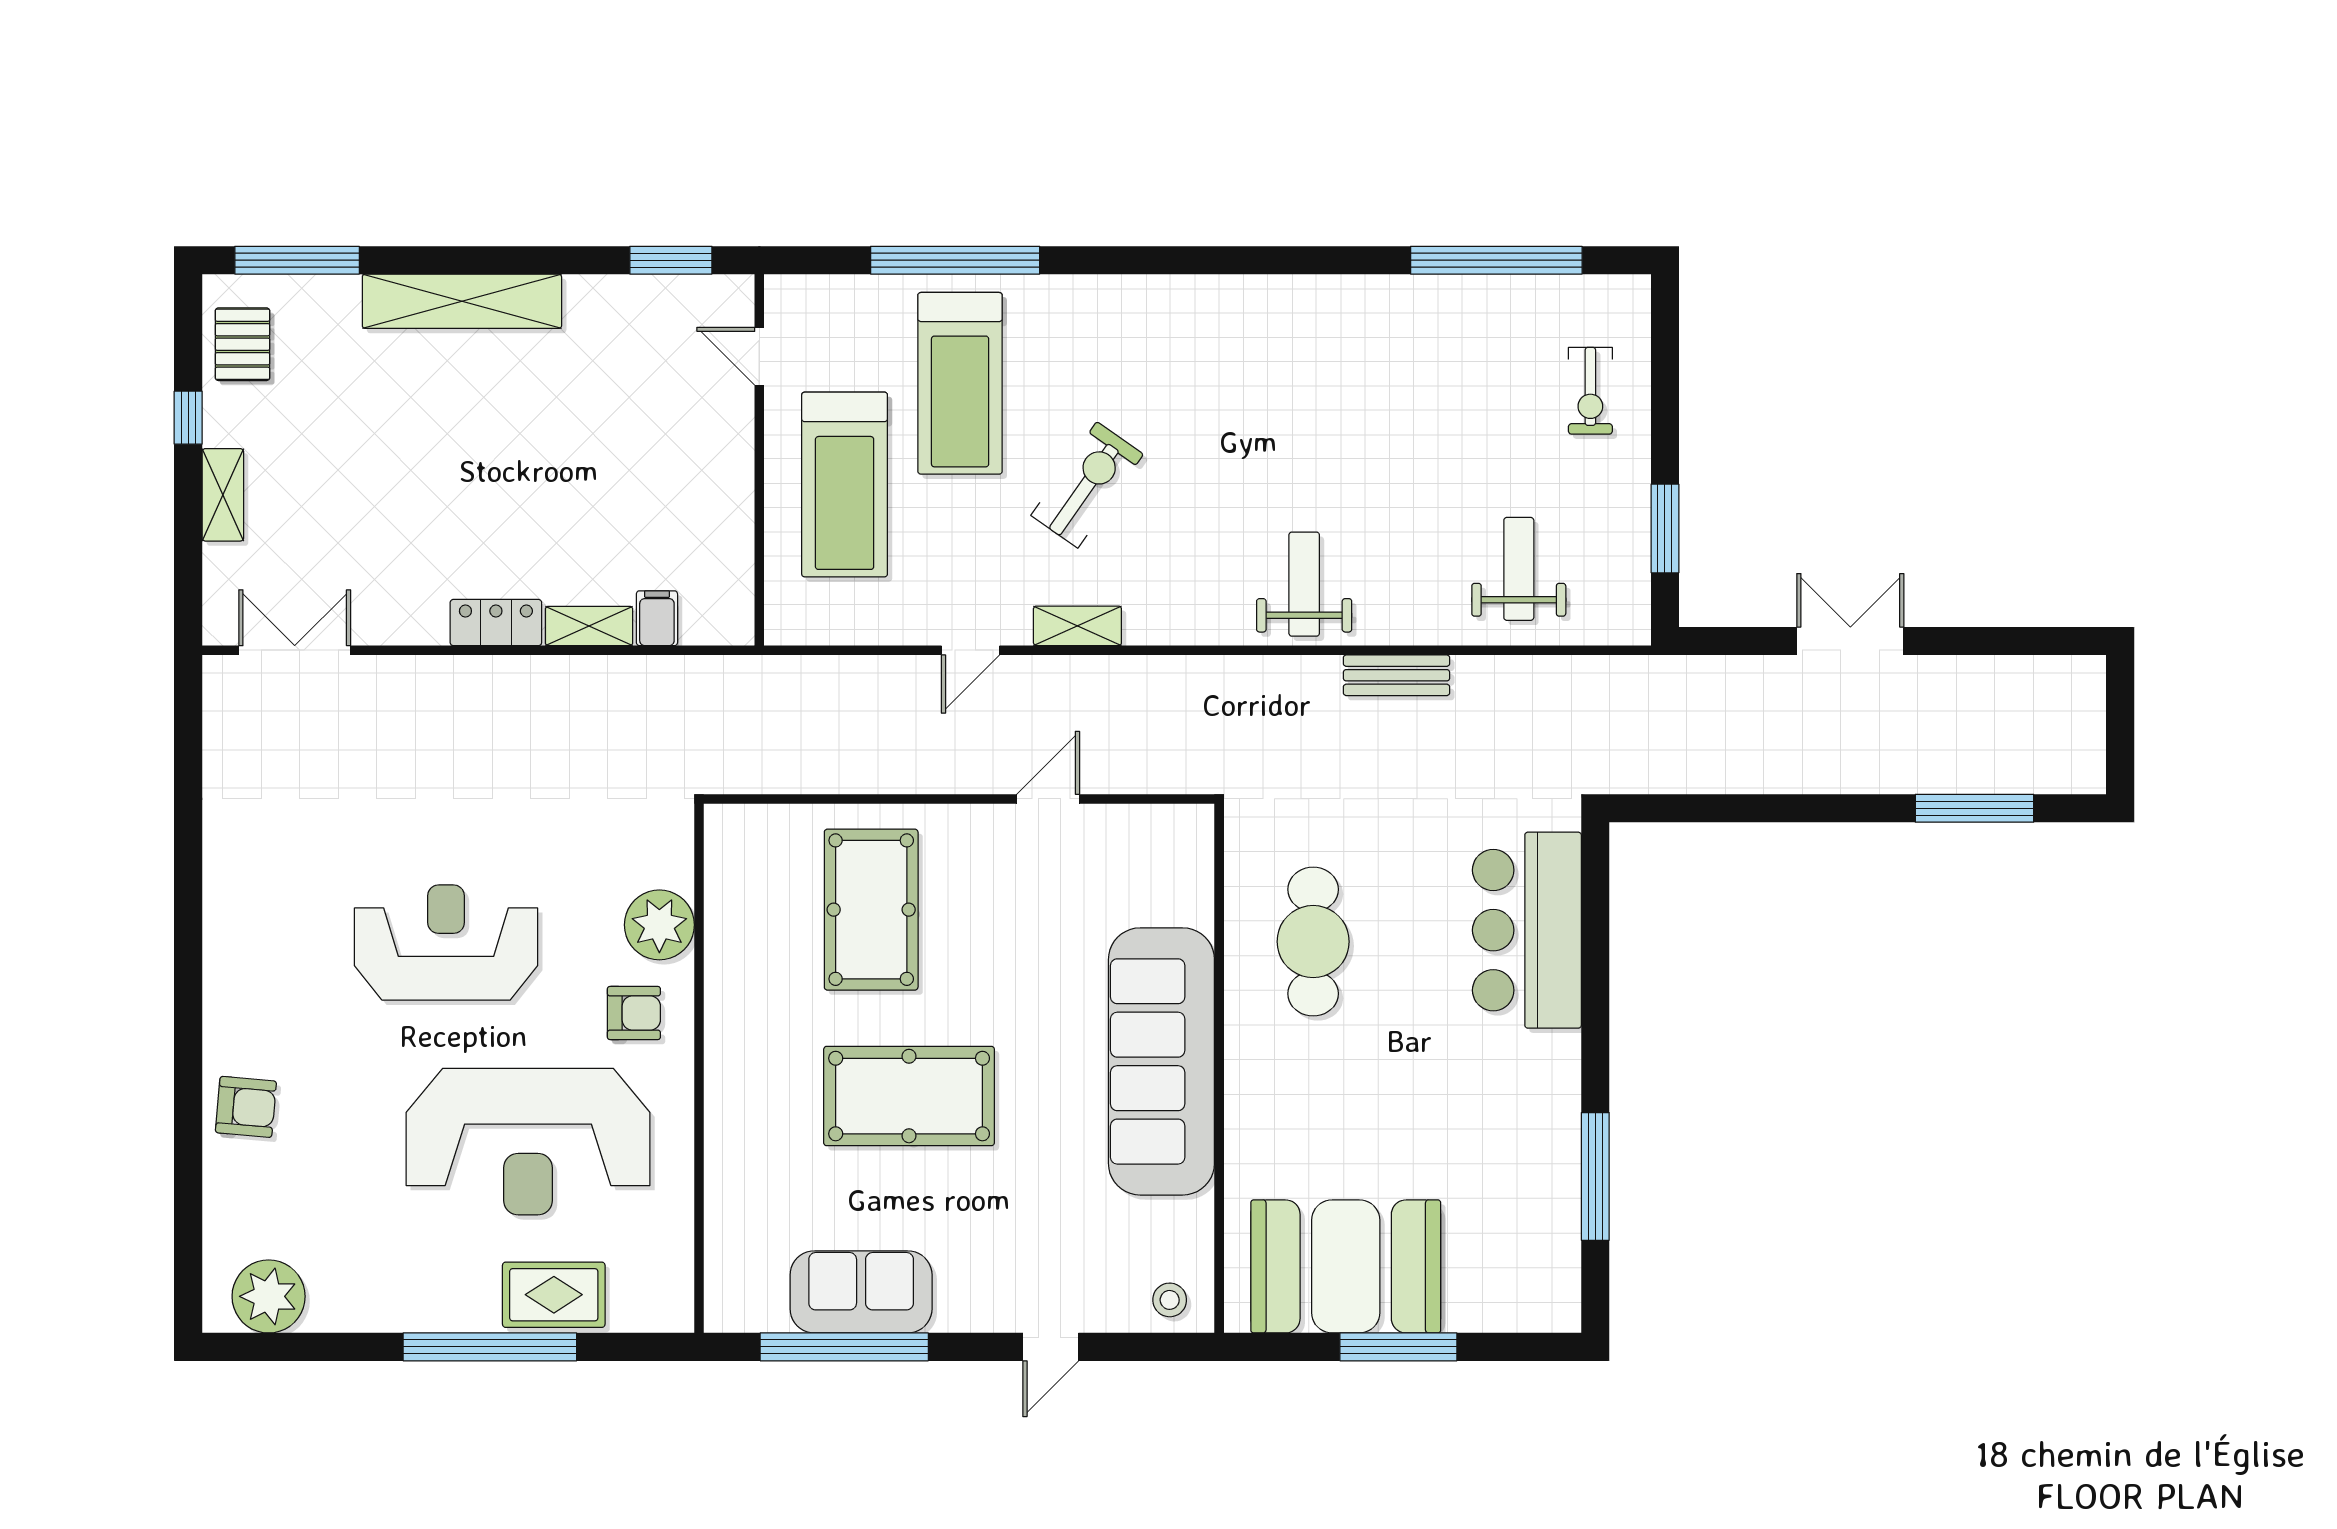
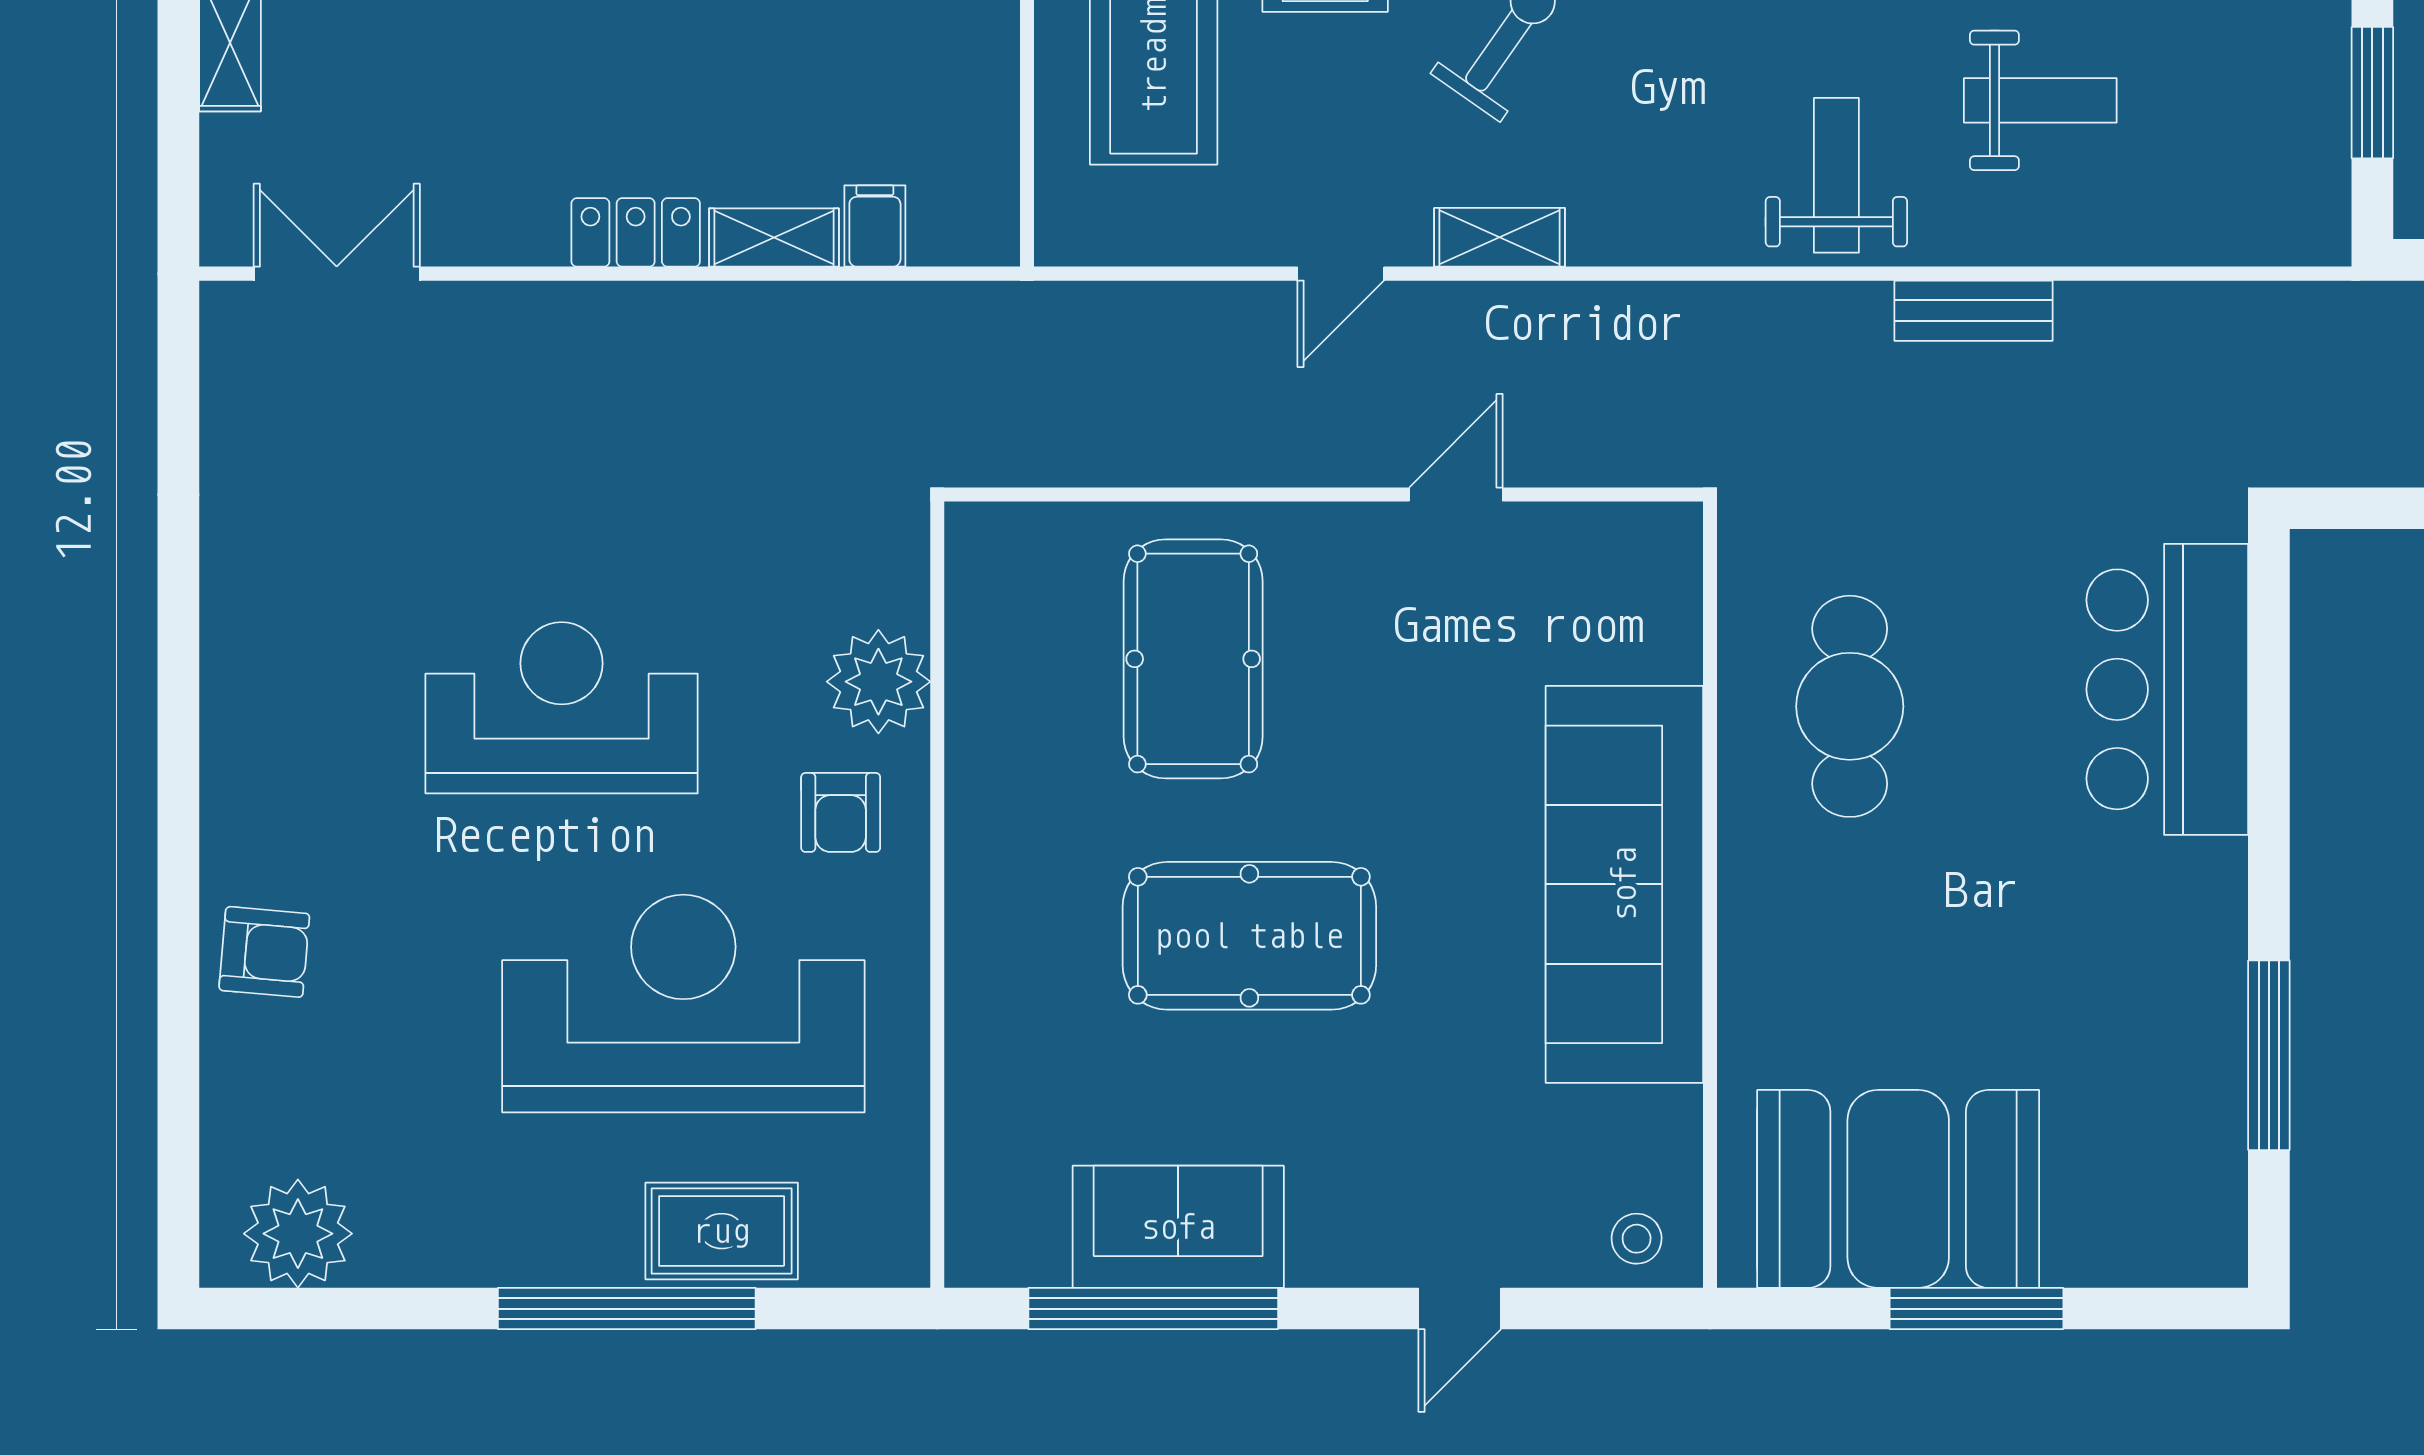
weight bench: (1519, 569) -> (2040, 100), moved, turned 90
armchair: (634, 1013) -> (841, 812), turned 90
reception desk: (528, 1142) -> (683, 1004), turned 180

